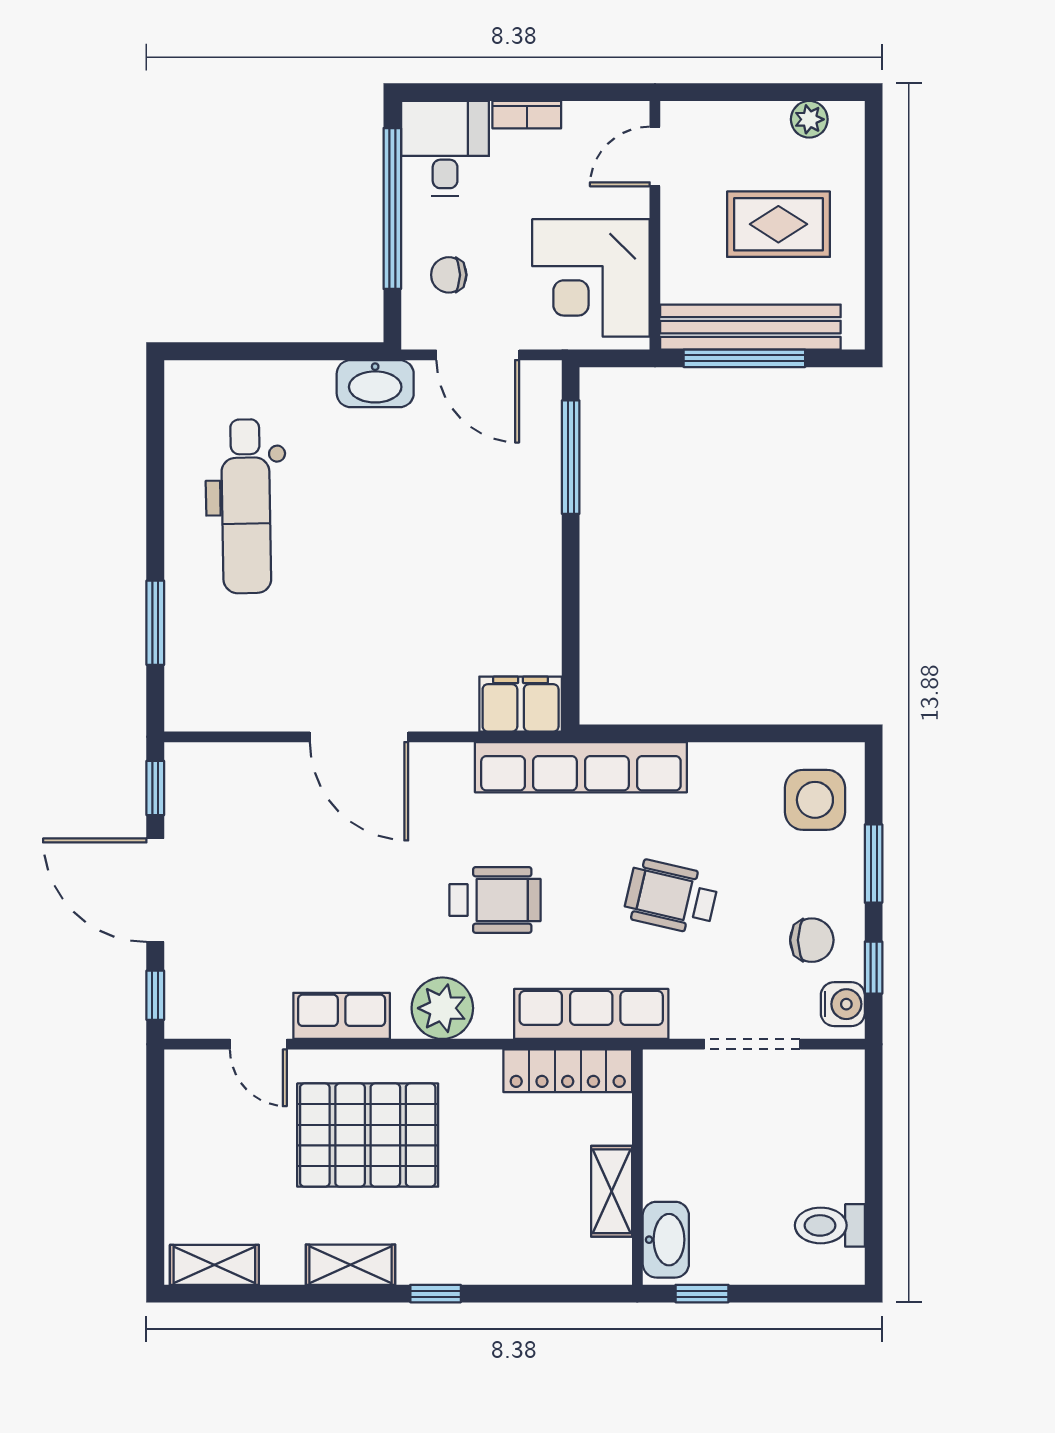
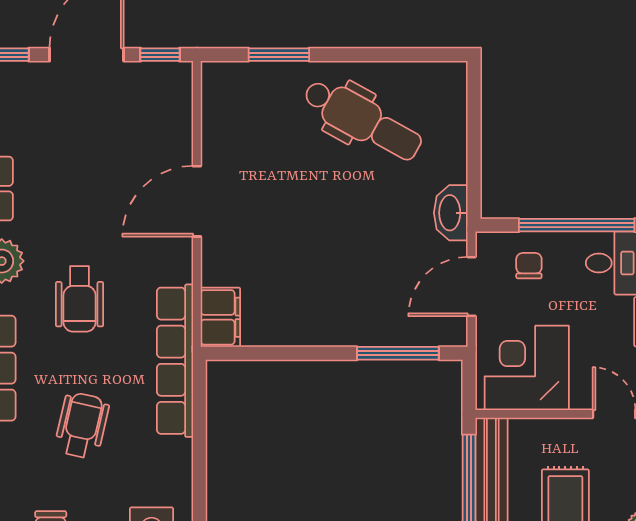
dental chair: (246, 506) -> (363, 120), turned -150

